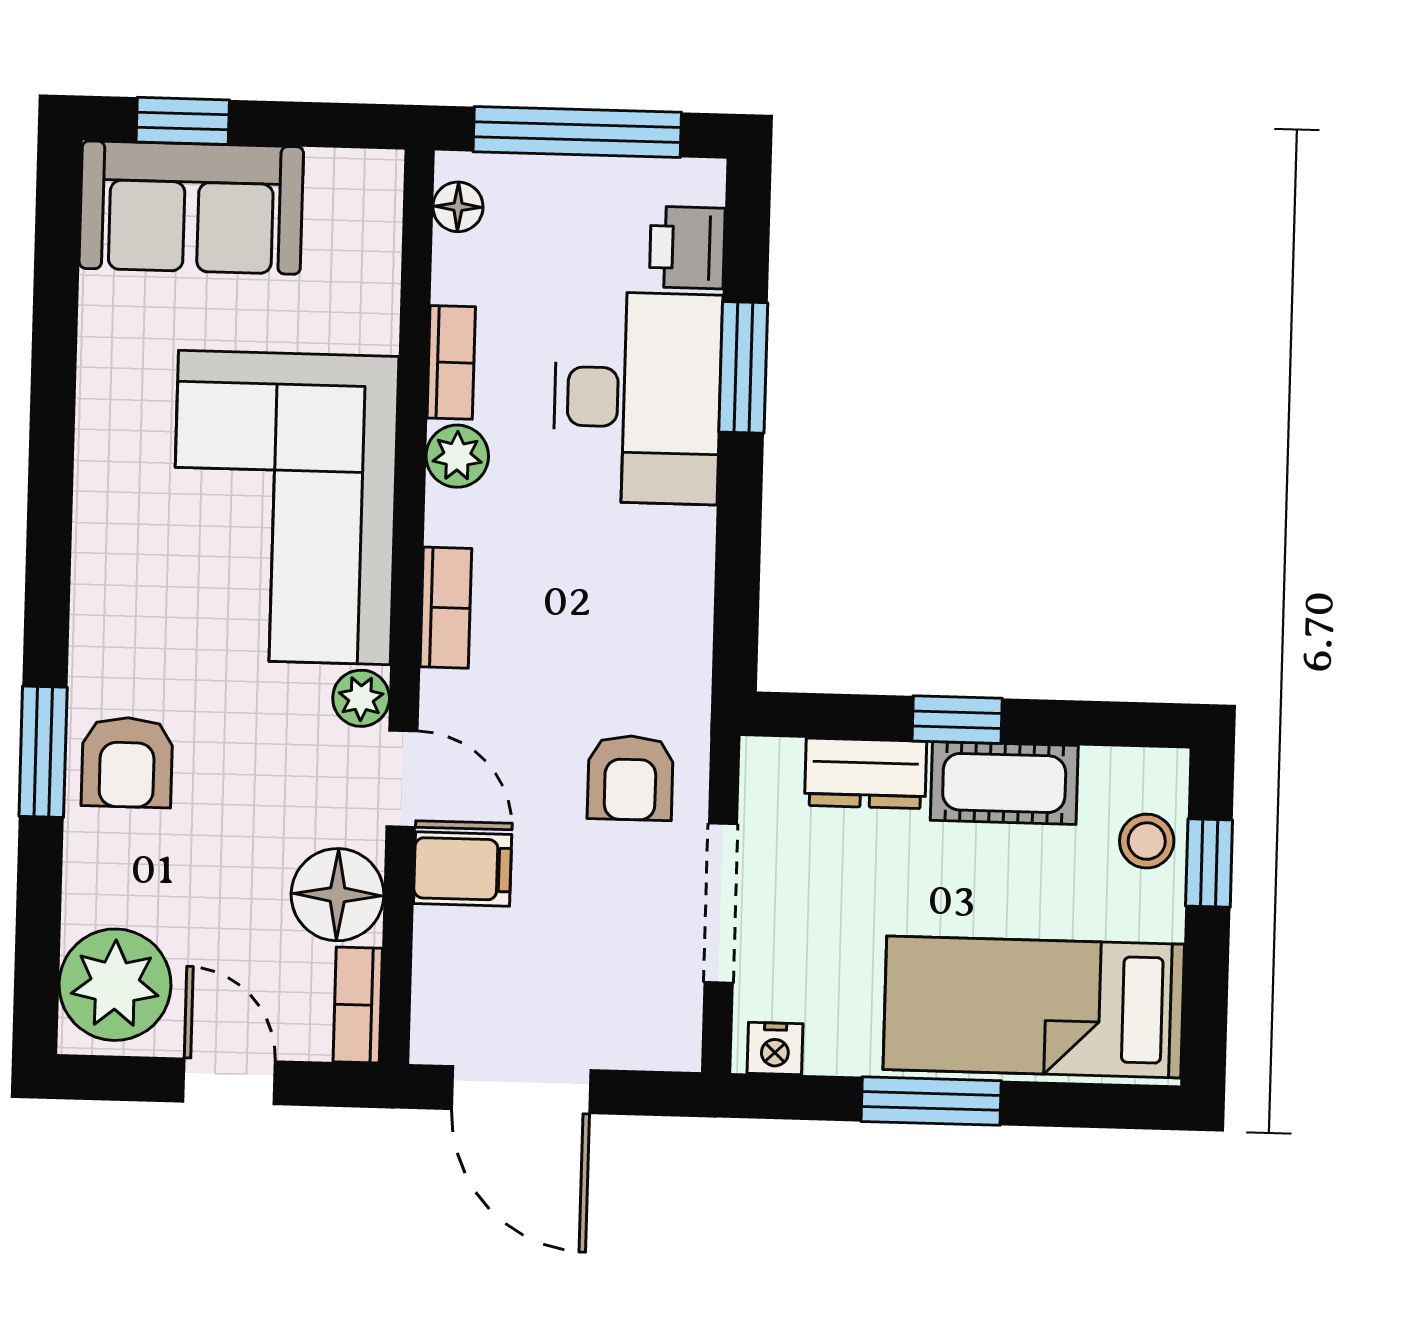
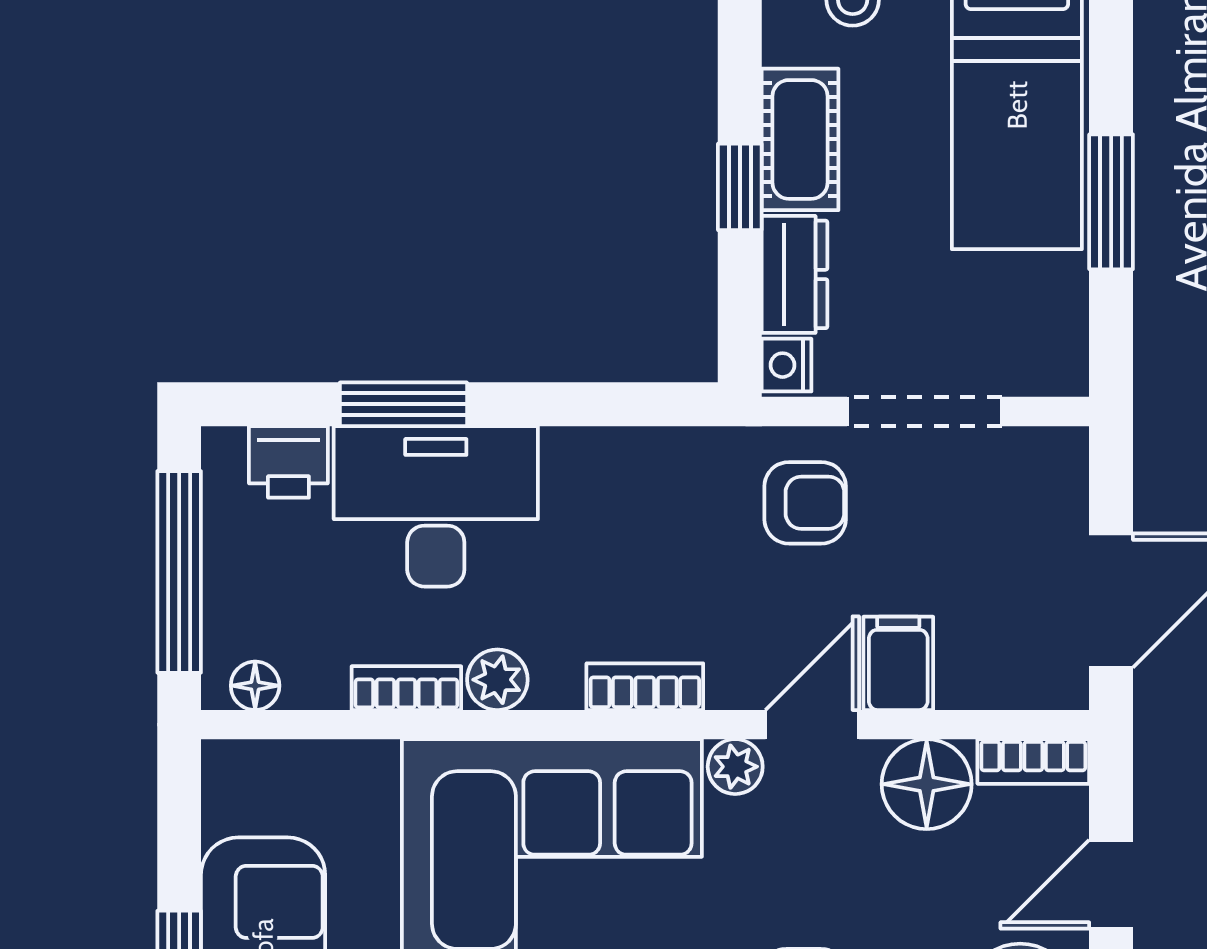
nightstand: (775, 1049) -> (786, 365), moved, turned 180

